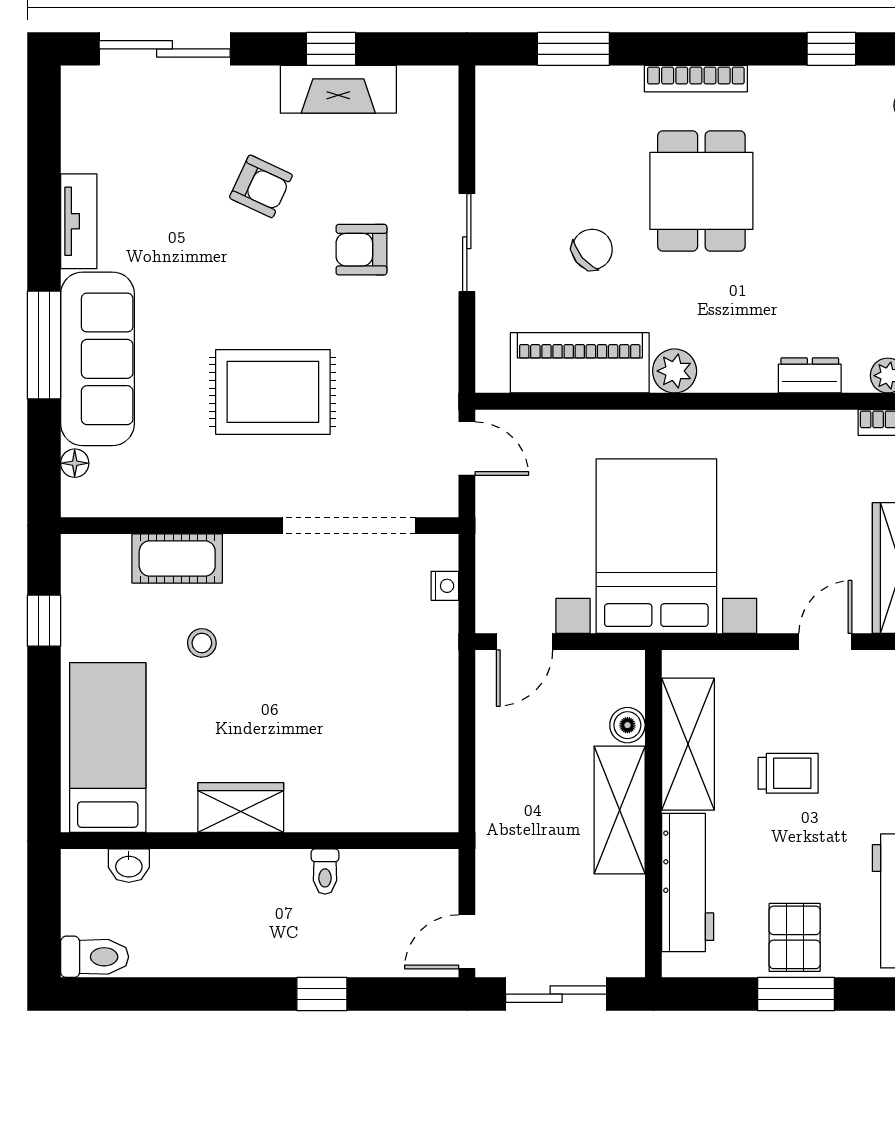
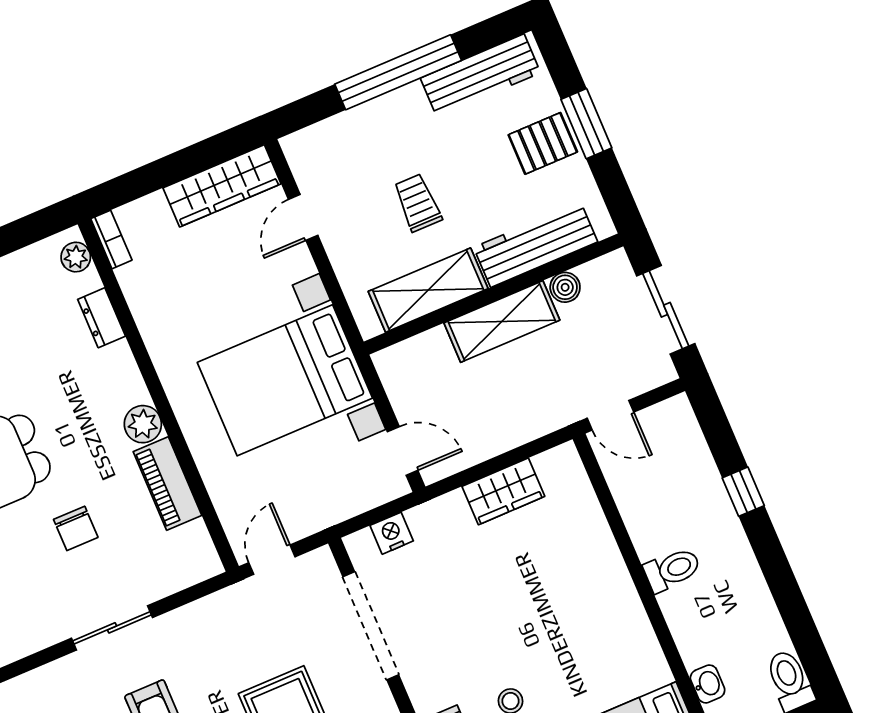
chair: (592, 249) -> (76, 528), turned -140
piano: (580, 363) -> (168, 484), width x0.73, depth x0.75
nightstand: (445, 586) -> (392, 533), width x1.39, depth x1.35
door: (825, 642) -> (303, 217), hinge flipped
boiler: (627, 725) -> (565, 287), moved
wardrobe: (241, 808) -> (503, 491), moved, turned -90
toilet: (325, 872) -> (672, 570), moved, width x1.37, depth x1.39
door: (467, 942) -> (611, 415), moved

